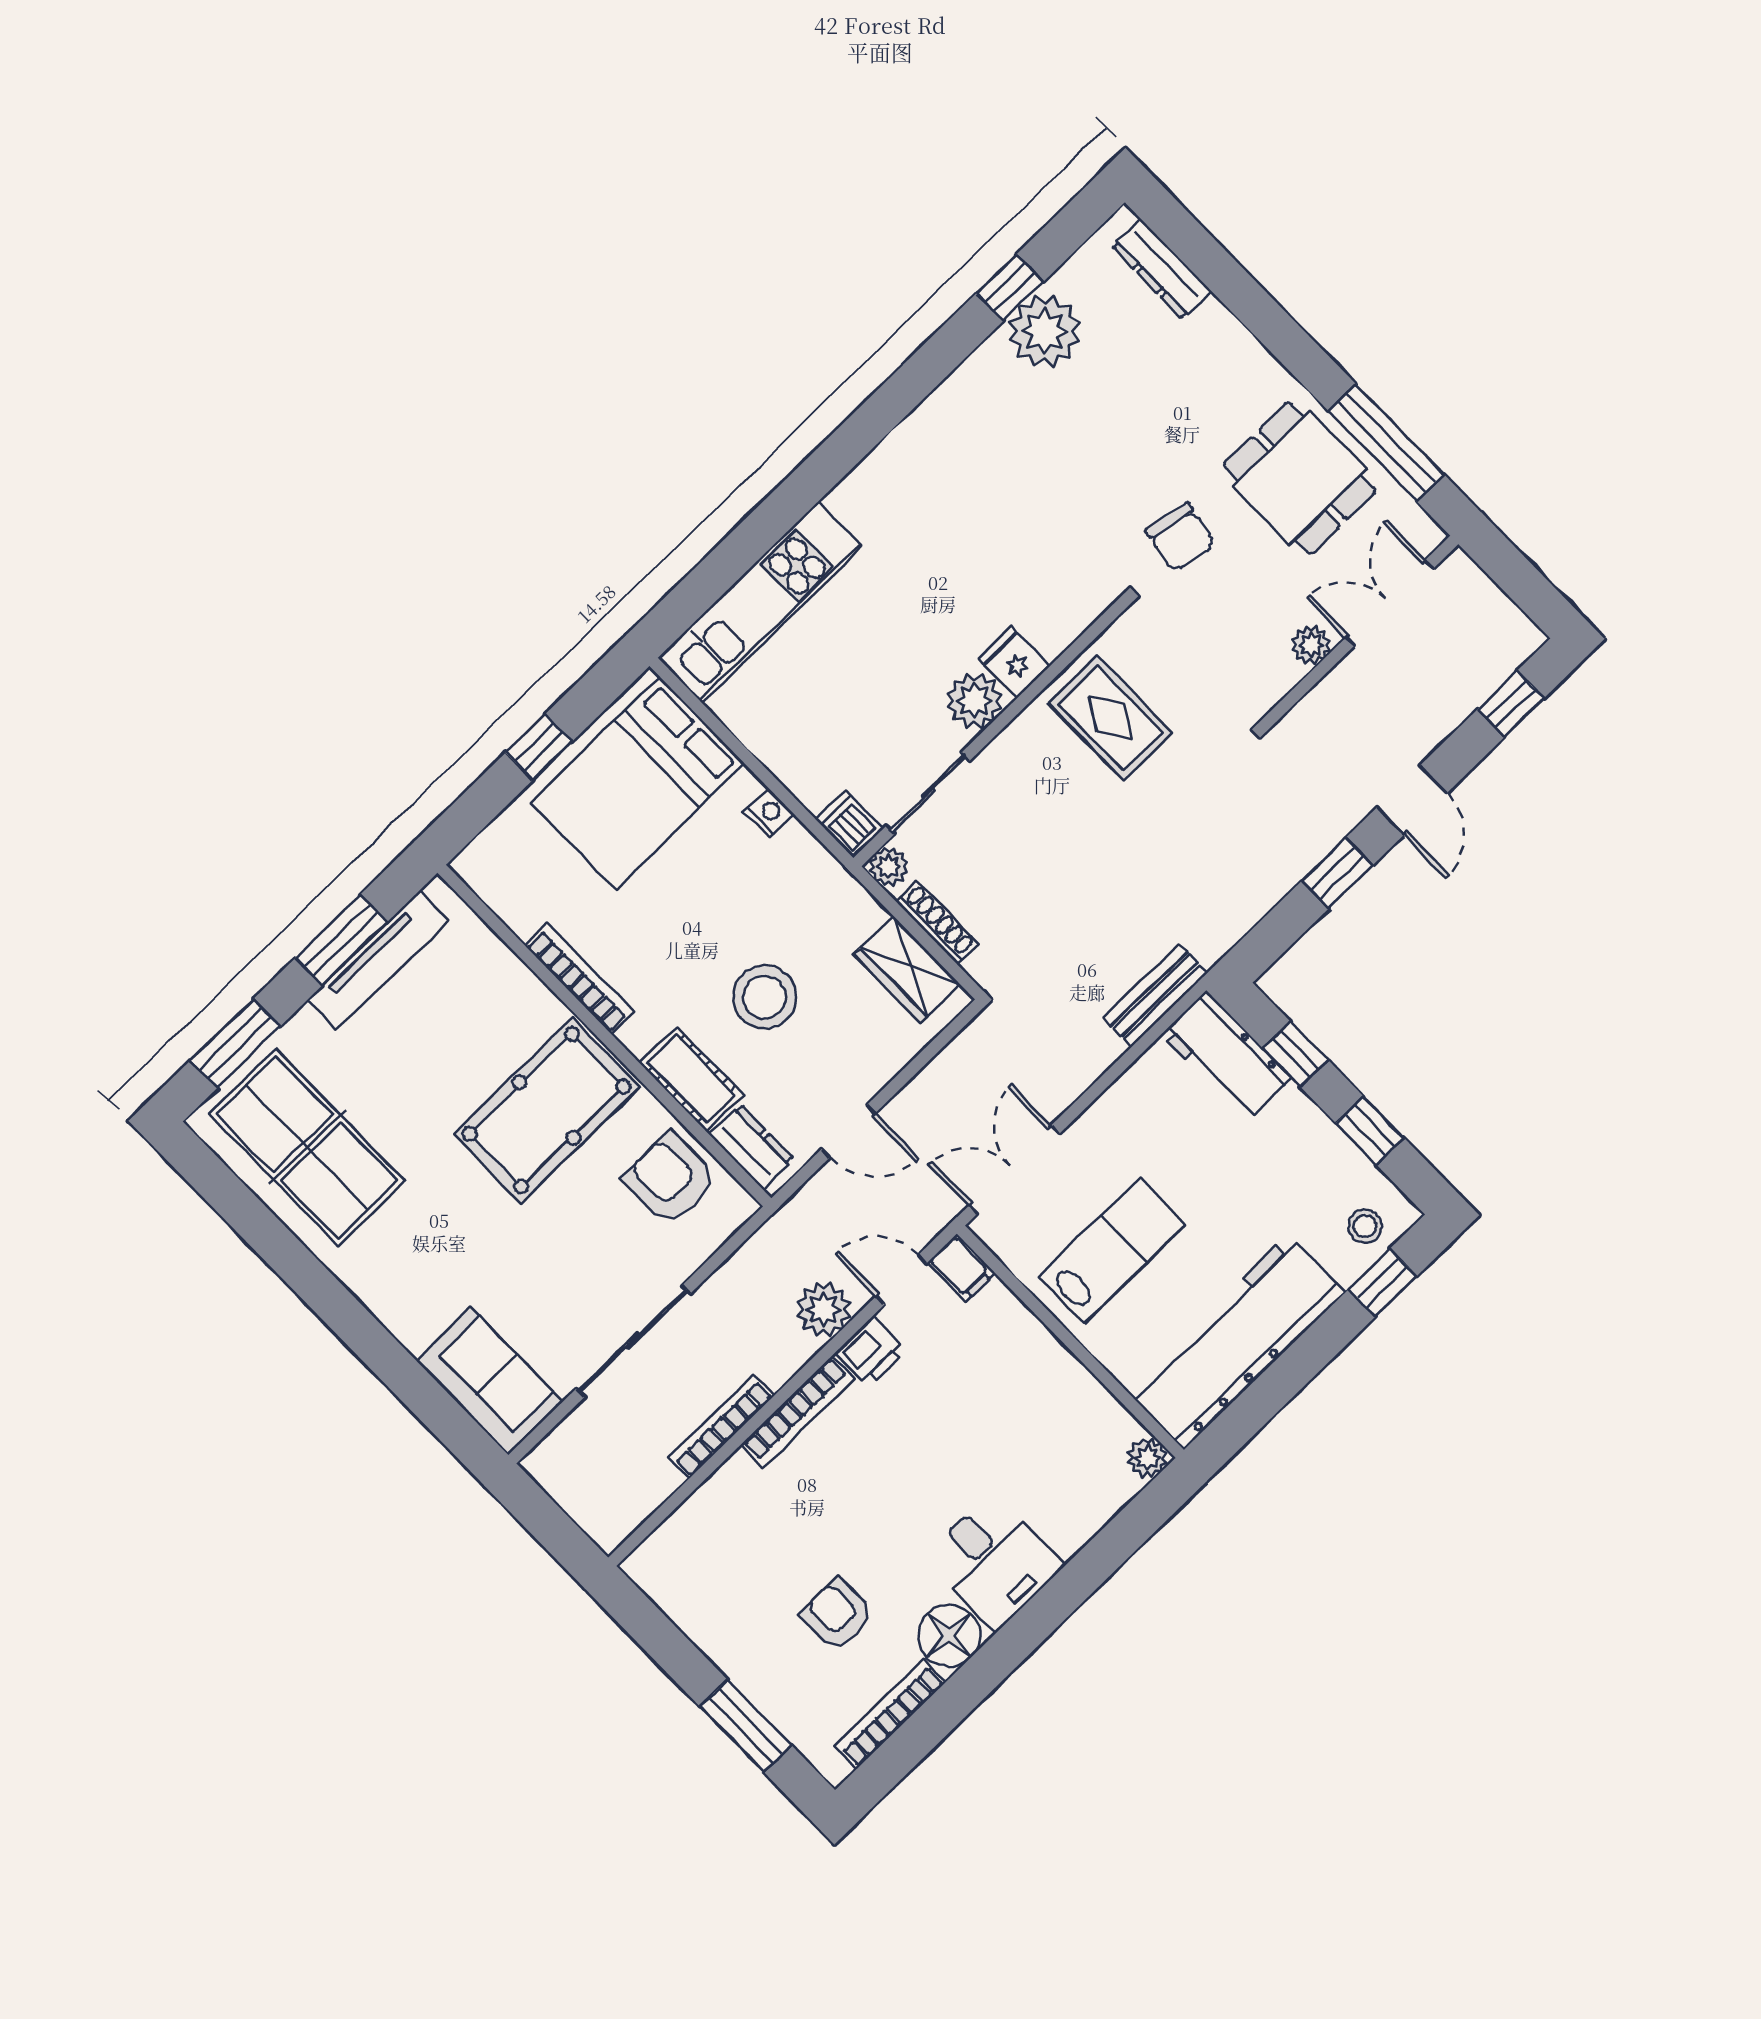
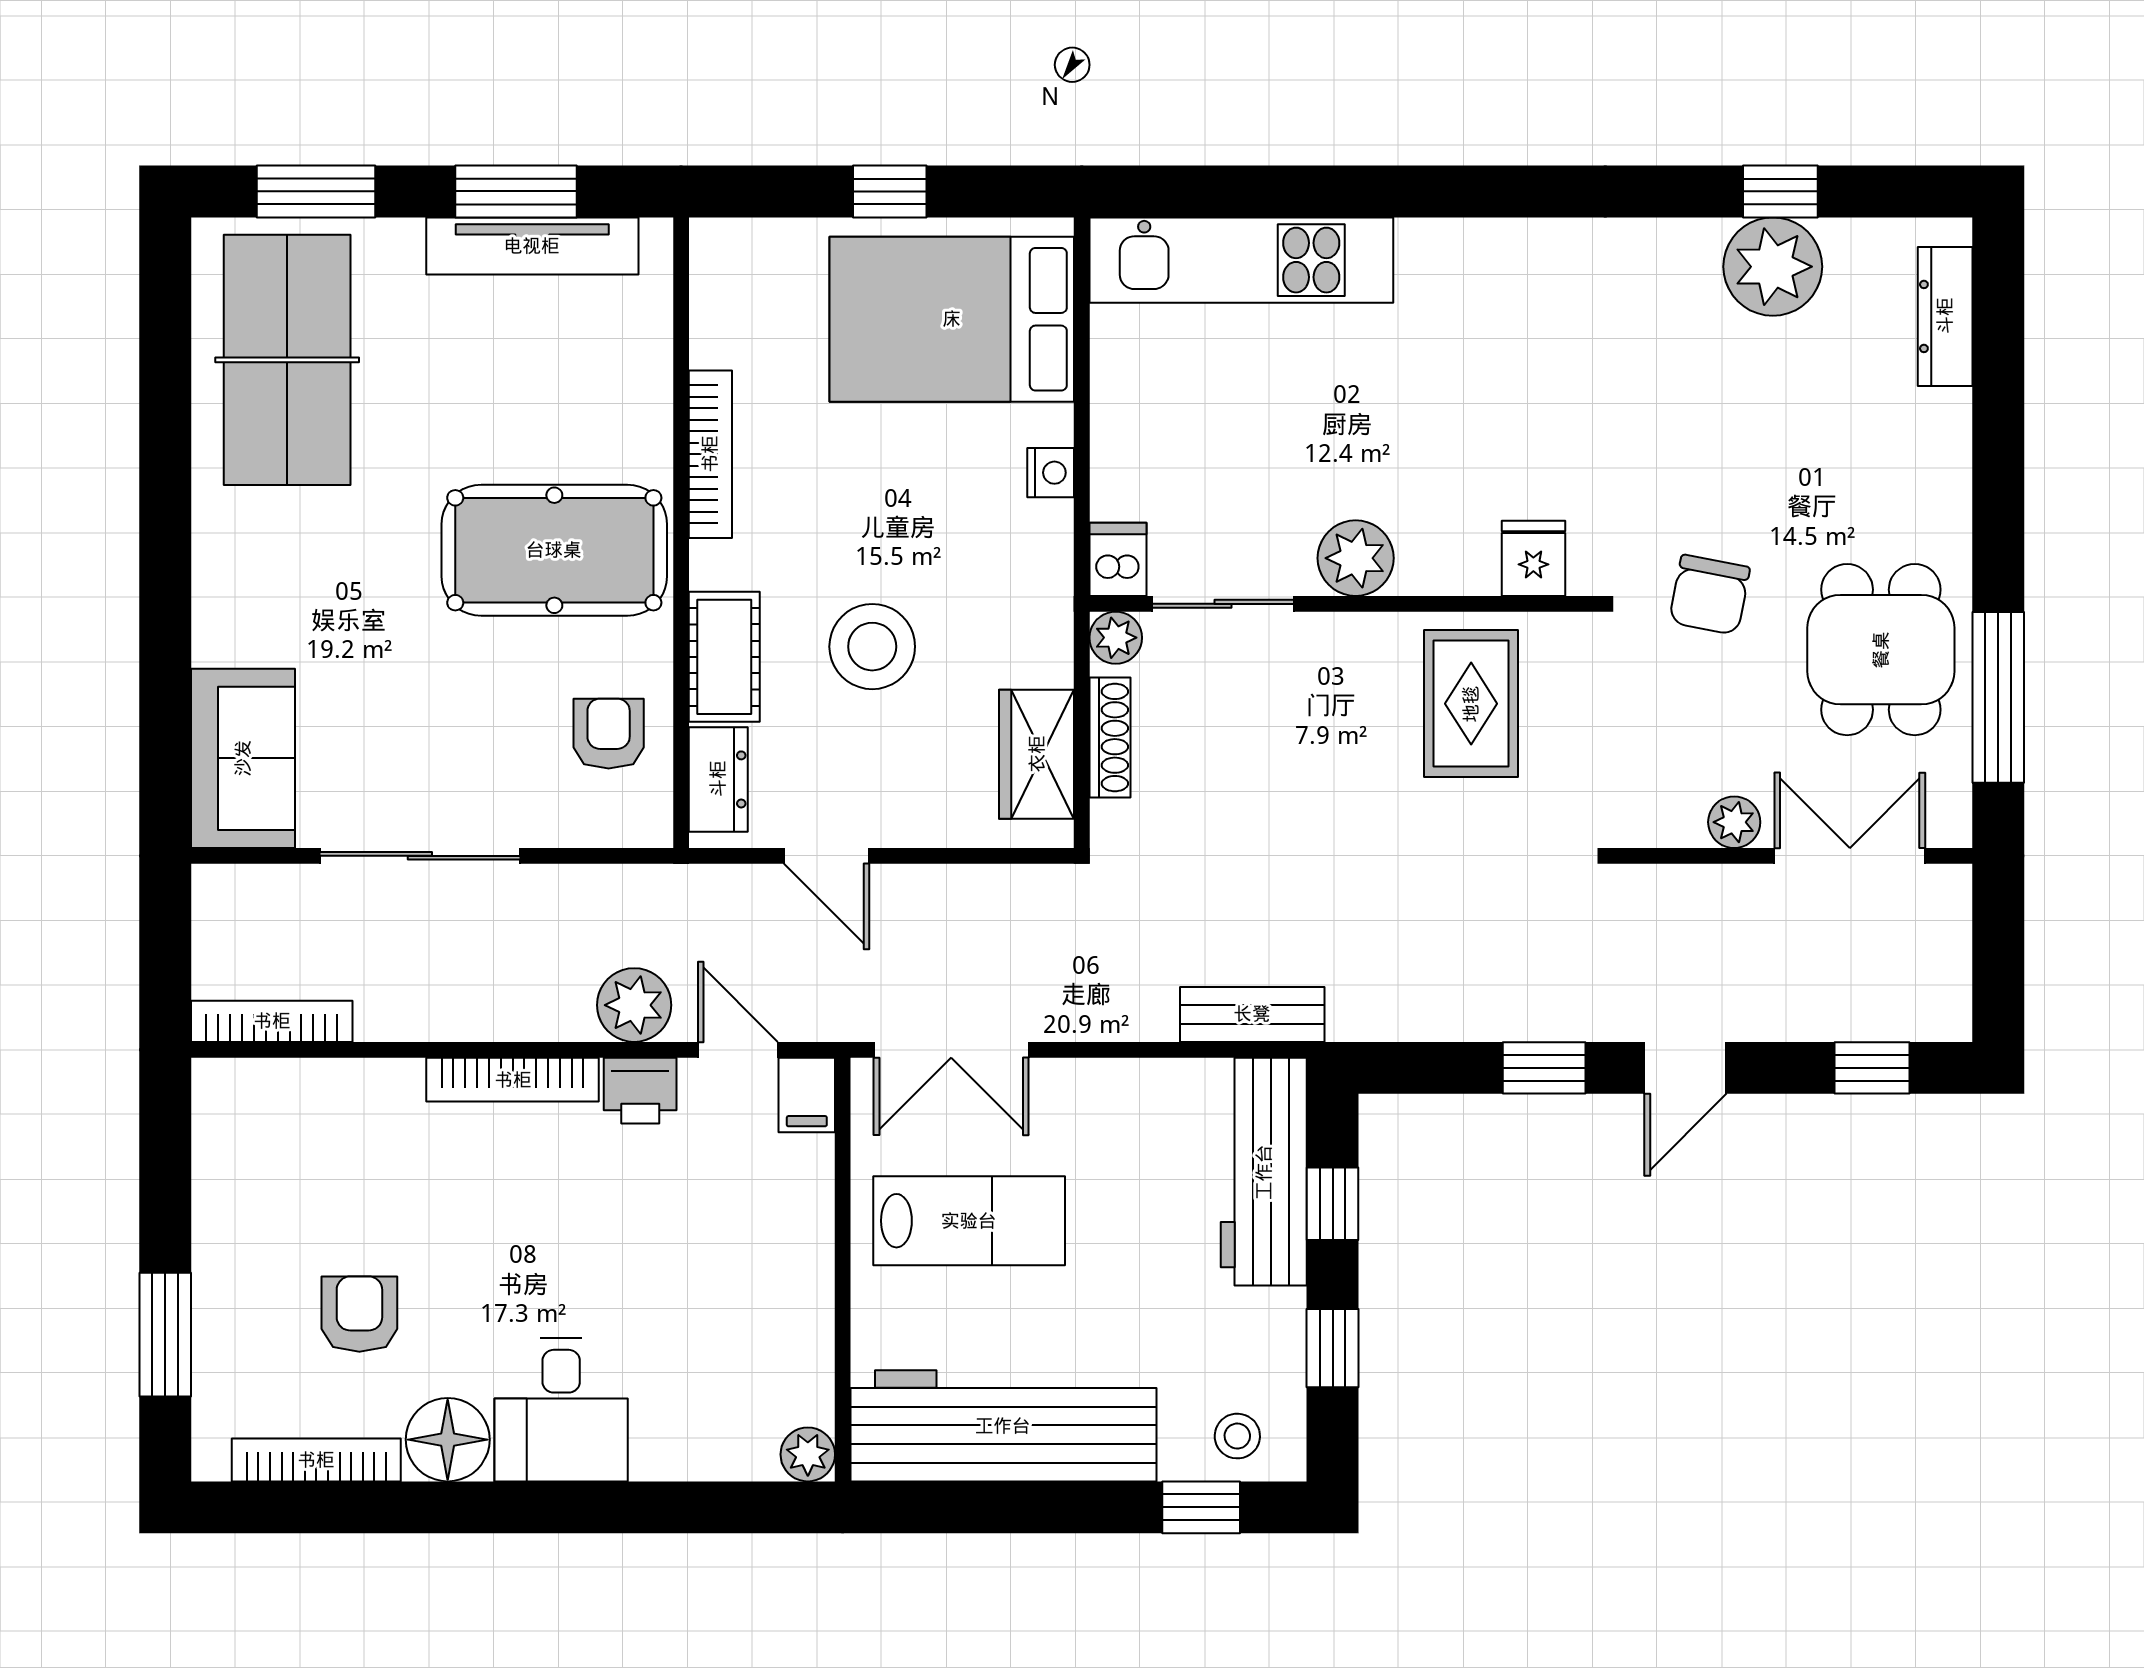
fridge: (1014, 662) -> (1533, 558), moved
workbench: (1226, 1056) -> (1264, 1172), width x1.38
double door: (1014, 1170) -> (951, 1050), swing flipped
armchair: (670, 1179) -> (609, 734), width x0.72, depth x0.72
bookcase: (721, 1426) -> (272, 1021), moved

